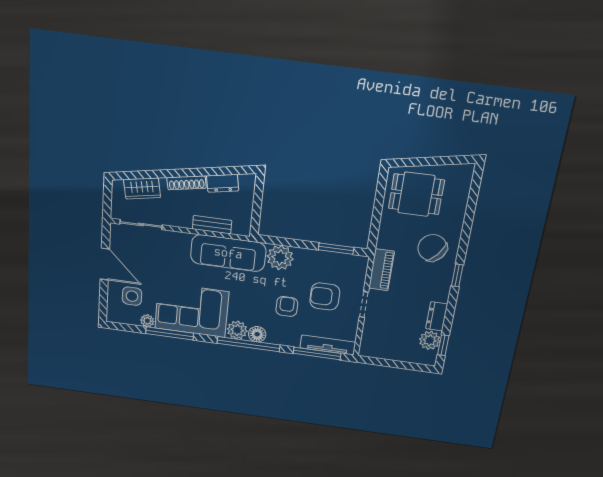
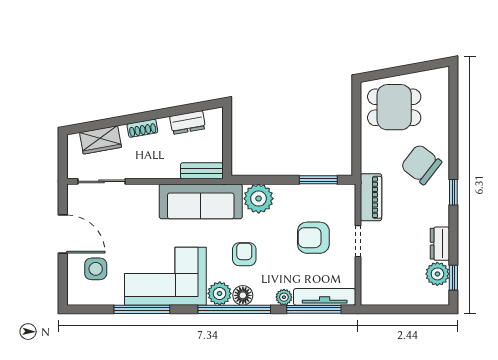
shoe rack: (186, 183) -> (142, 128), width x0.70
bench: (212, 225) -> (202, 171), moved
armchair: (287, 306) -> (244, 254), moved
plant: (147, 321) -> (284, 297), moved

